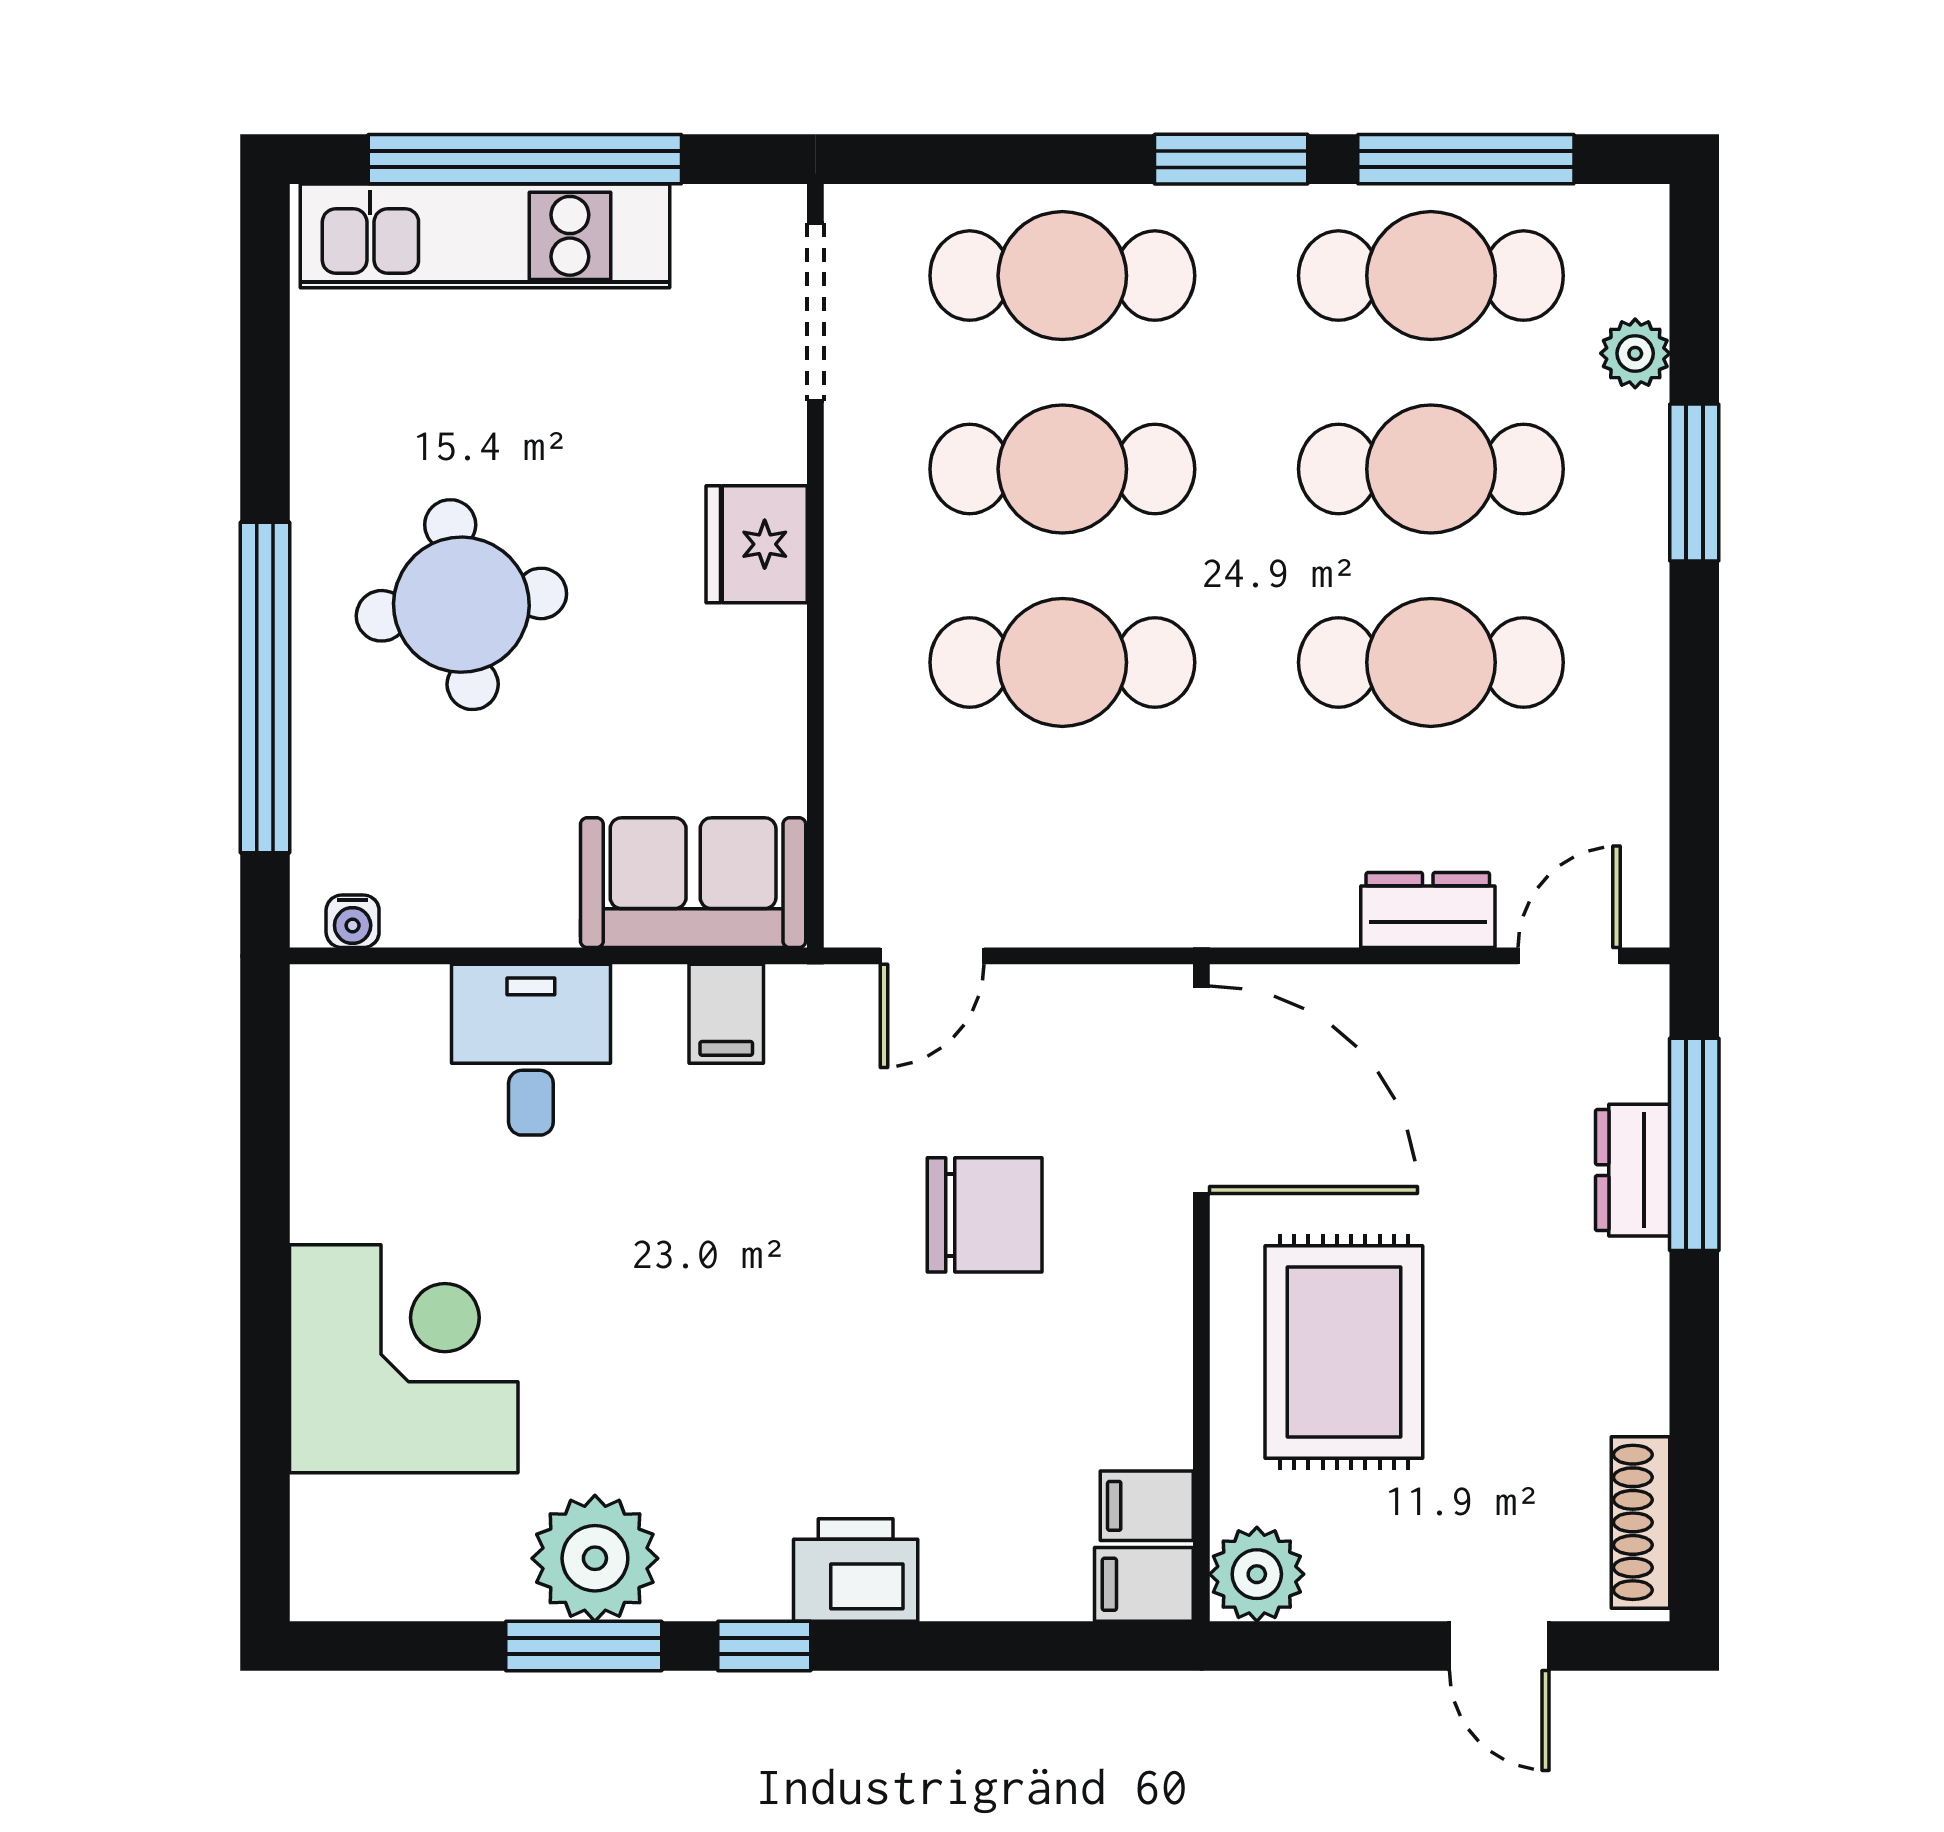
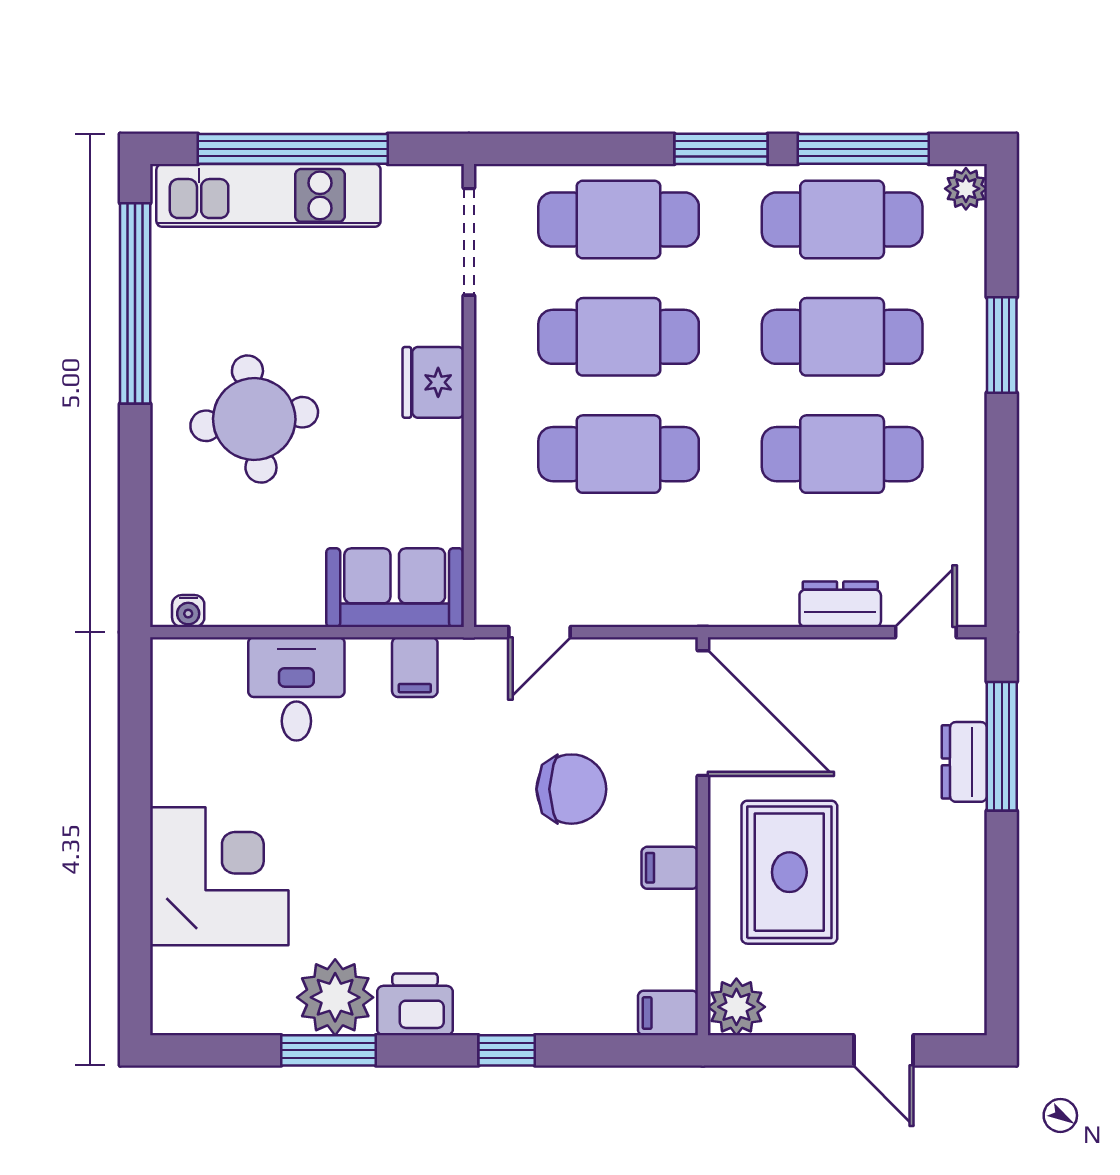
plant: (1635, 353) -> (966, 189), moved
window: (265, 687) -> (135, 303), moved
filing cabinet: (1147, 1506) -> (670, 868), moved
shoe rack: (1640, 1522) -> (969, 976), removed
printer: (856, 1570) -> (415, 1004), moved
window: (764, 1646) -> (507, 1050), moved

